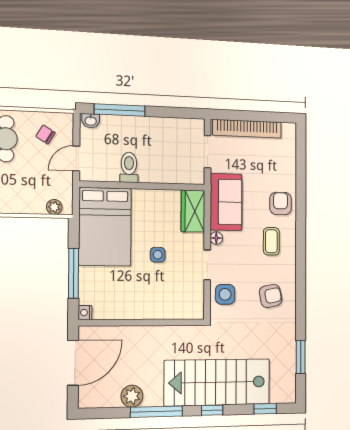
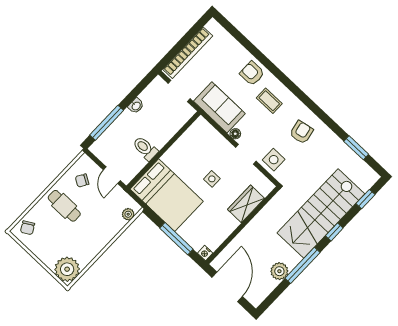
washbasin: (91, 121) -> (136, 106), moved
wardrobe: (193, 211) -> (246, 204), moved, turned 90

